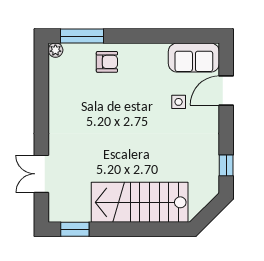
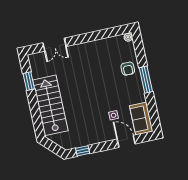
window: (82, 36) -> (146, 80), moved
double door: (41, 174) -> (54, 45), swing flipped
window: (75, 229) -> (29, 81), moved

